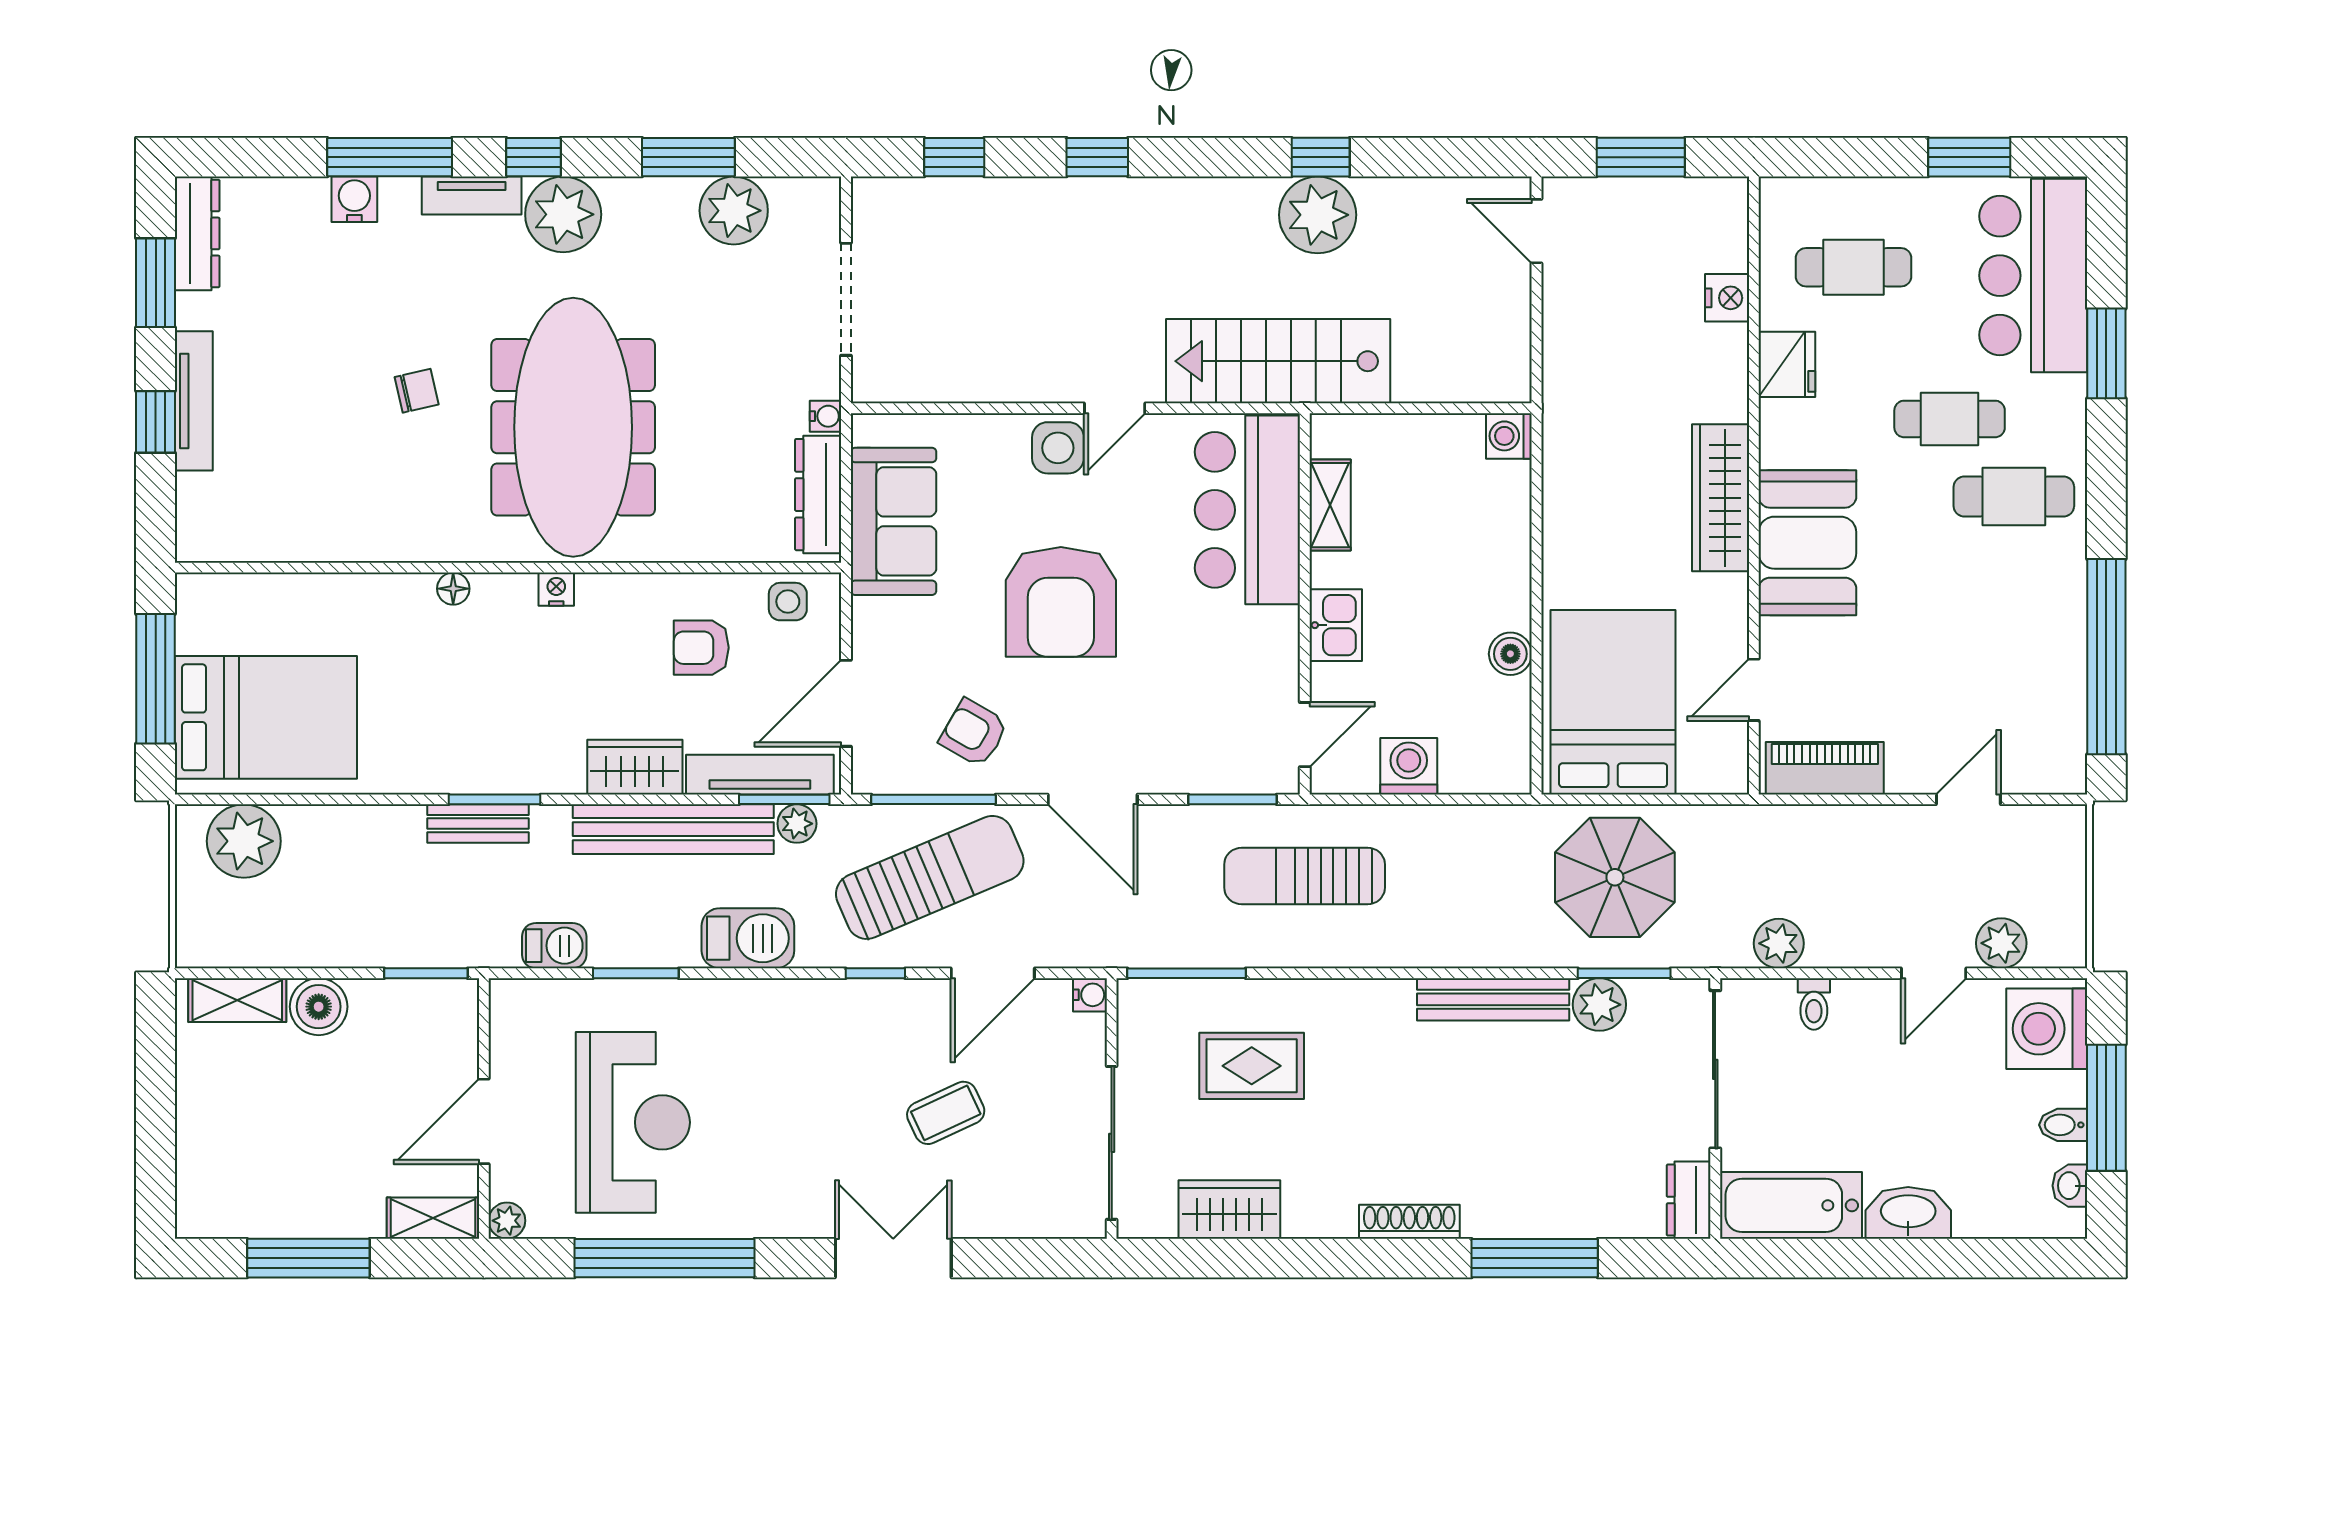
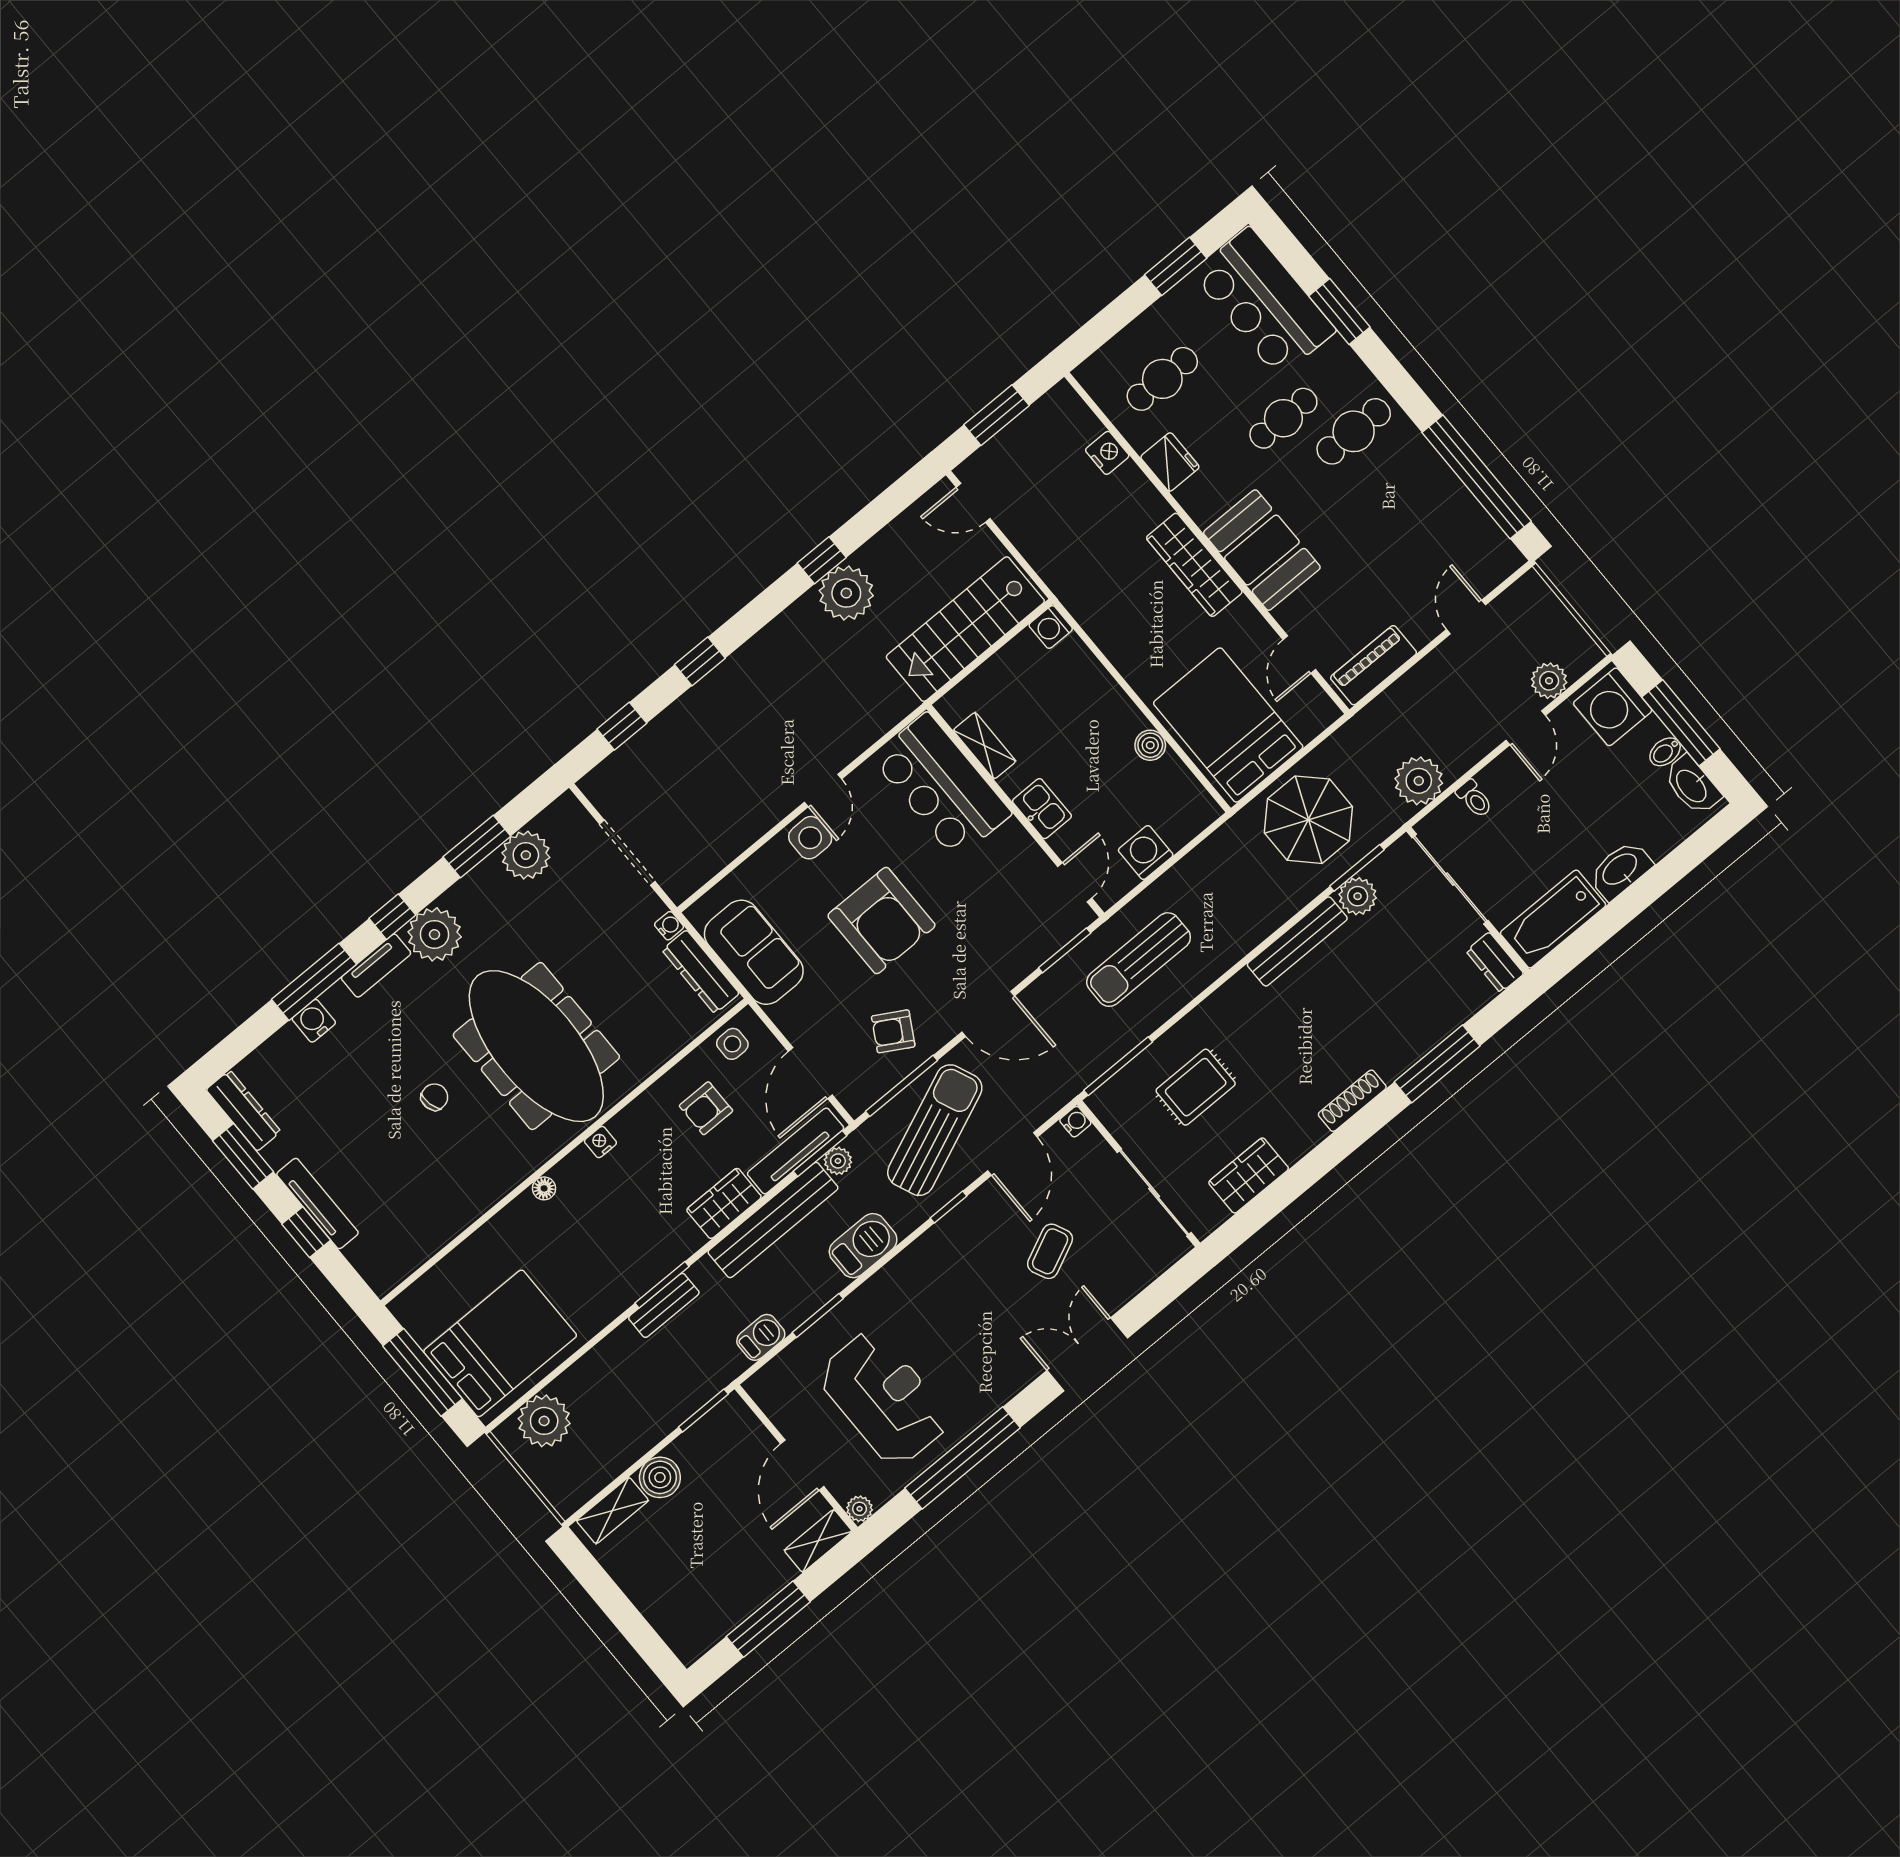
stairs: (1278, 361) -> (965, 629), moved
plant: (1779, 943) -> (1419, 781), width x1.36, depth x1.36
washbasin: (2070, 1186) -> (1692, 785), width x1.91, depth x1.45

